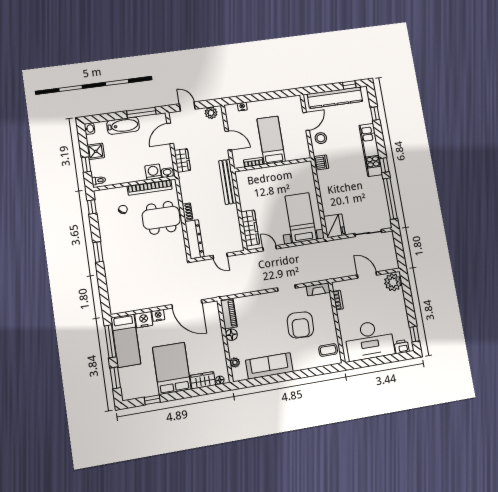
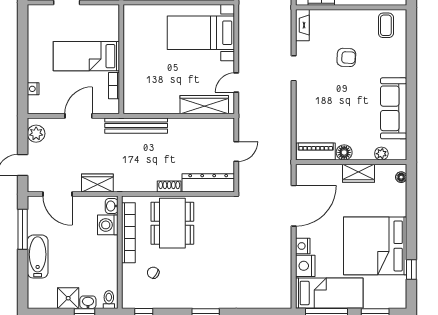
washbasin: (90, 129) -> (88, 302), moved
armchair: (300, 325) -> (346, 57), width x0.53, depth x0.53
bed: (172, 368) -> (375, 246), width x1.36
wardrobe: (203, 380) -> (358, 173), moved, turned -90

